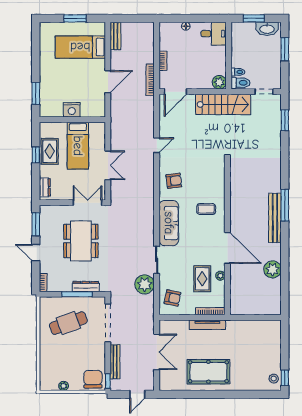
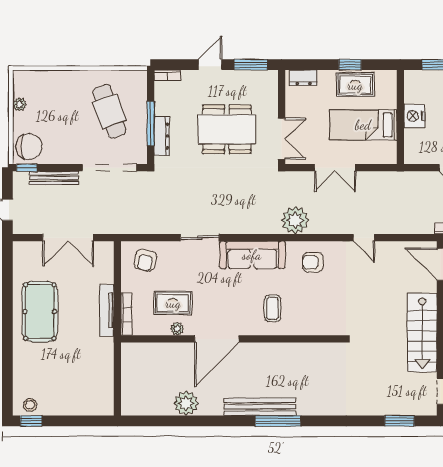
armchair: (174, 181) -> (313, 262), turned 97
plant: (145, 284) -> (295, 220), moved

